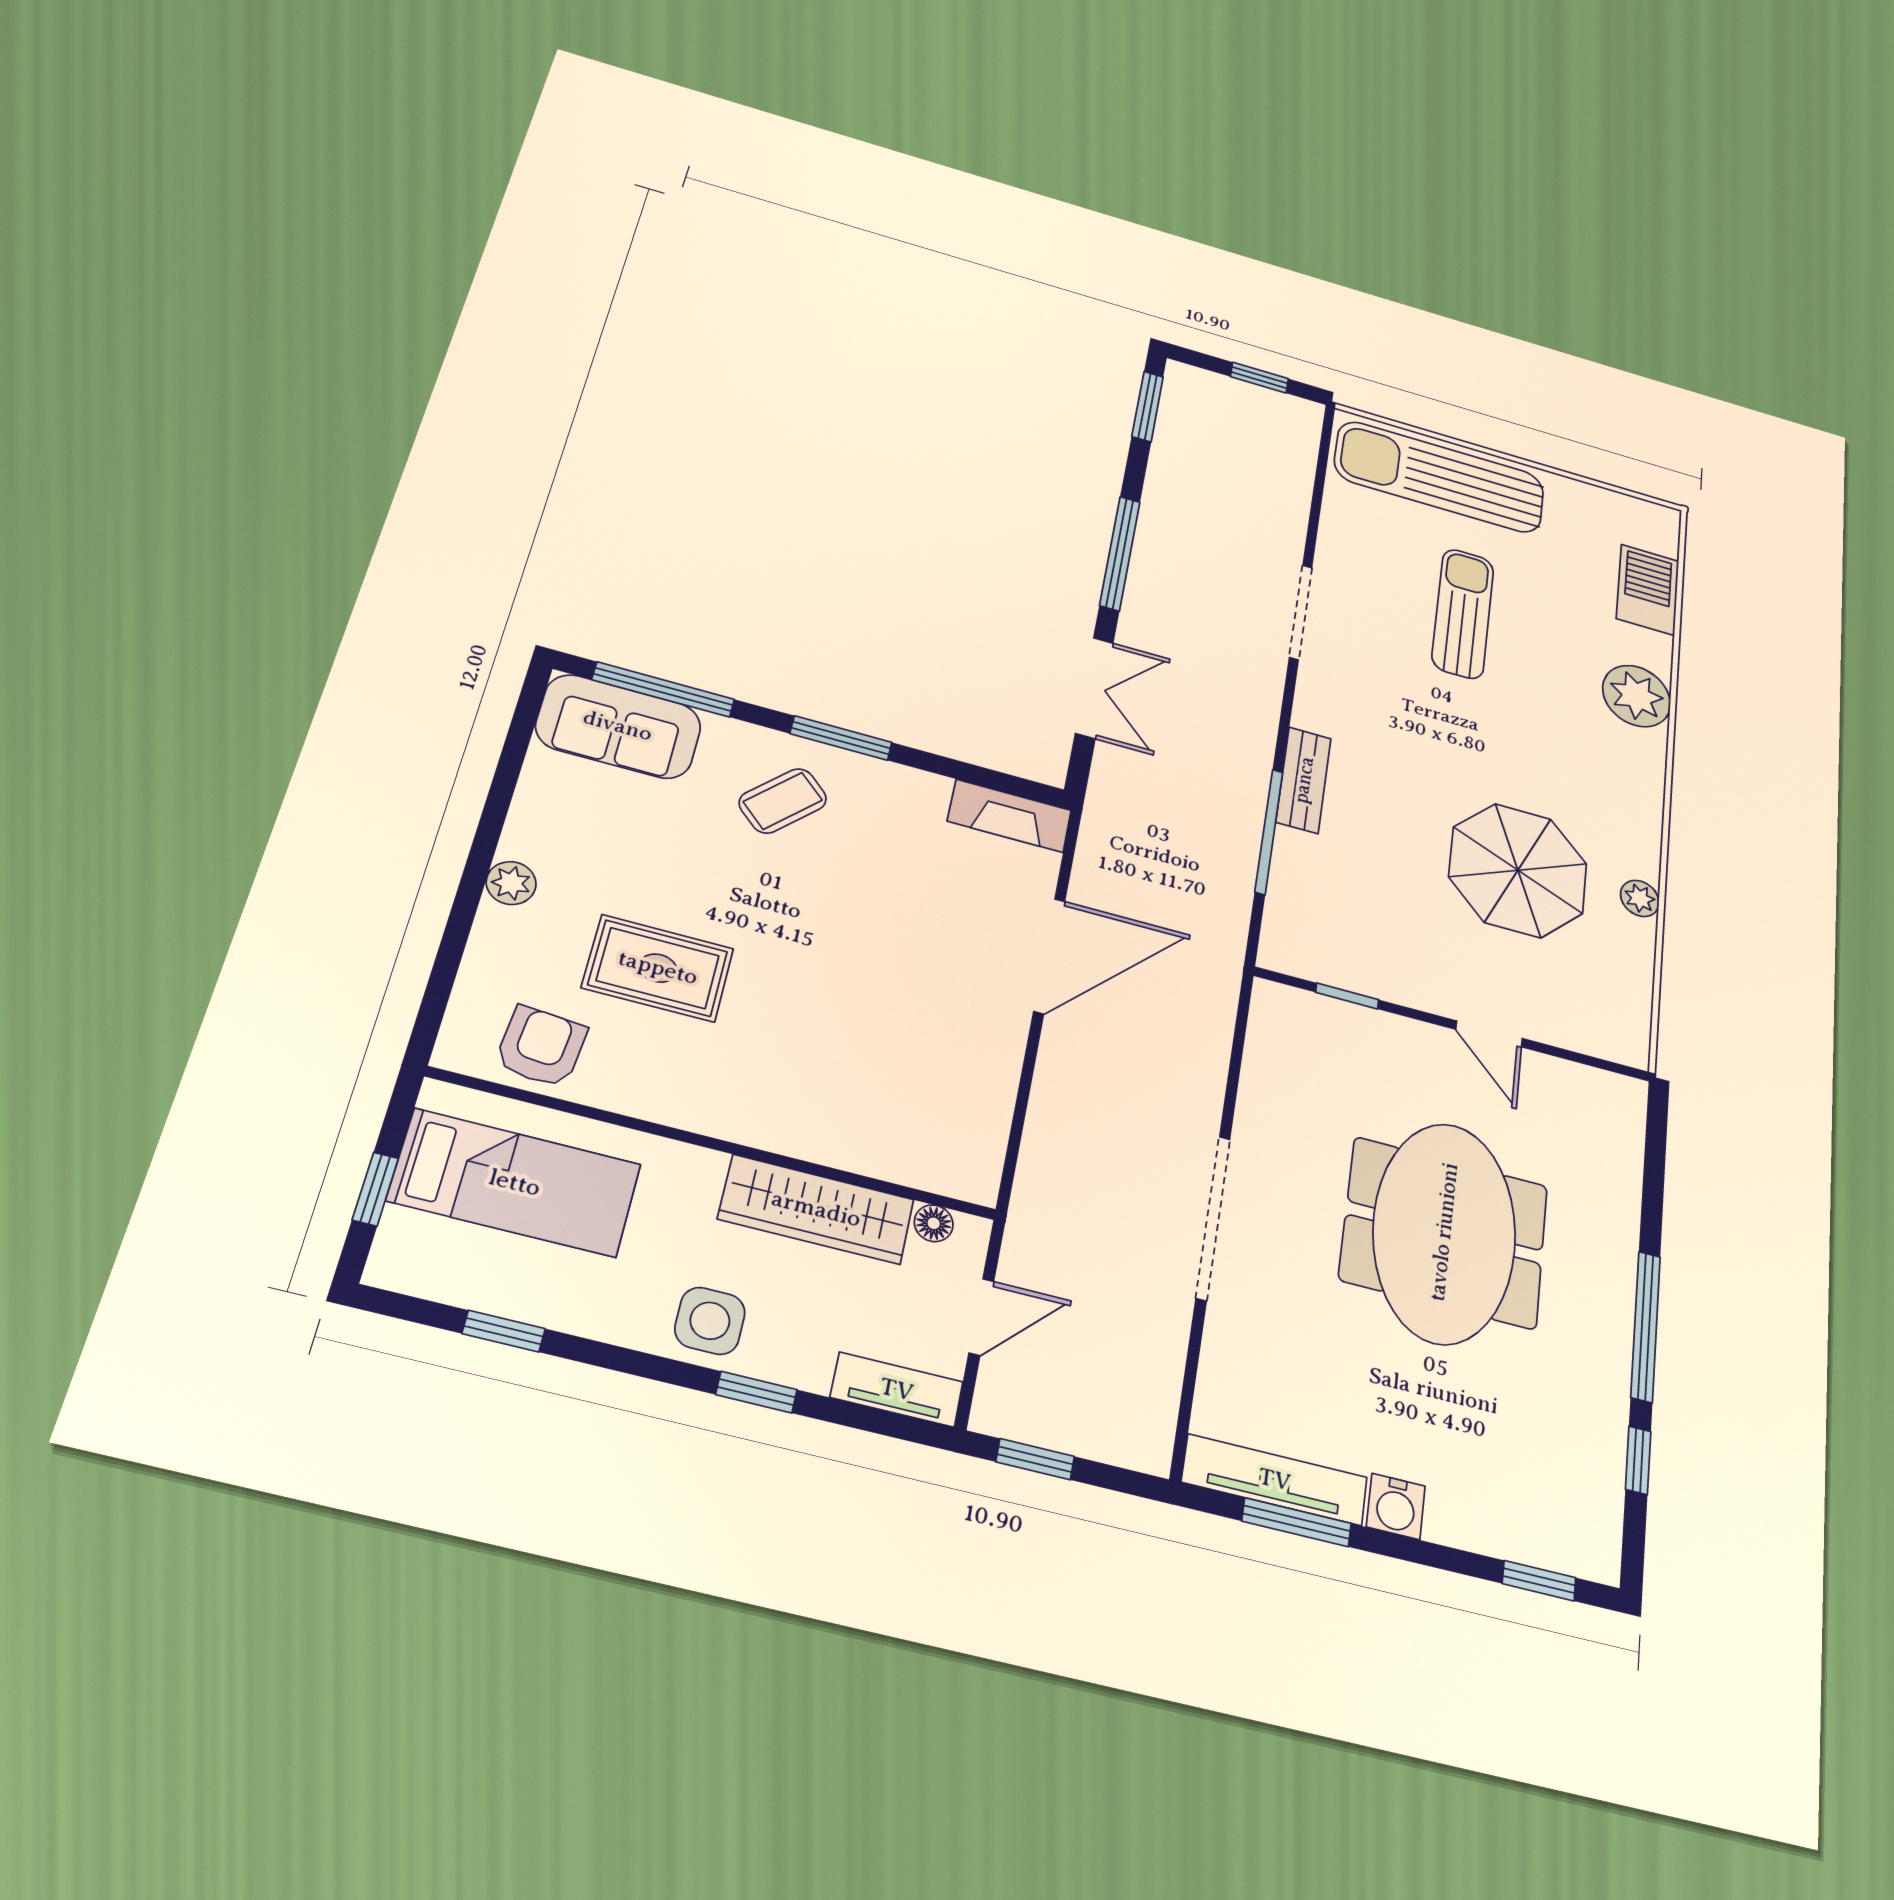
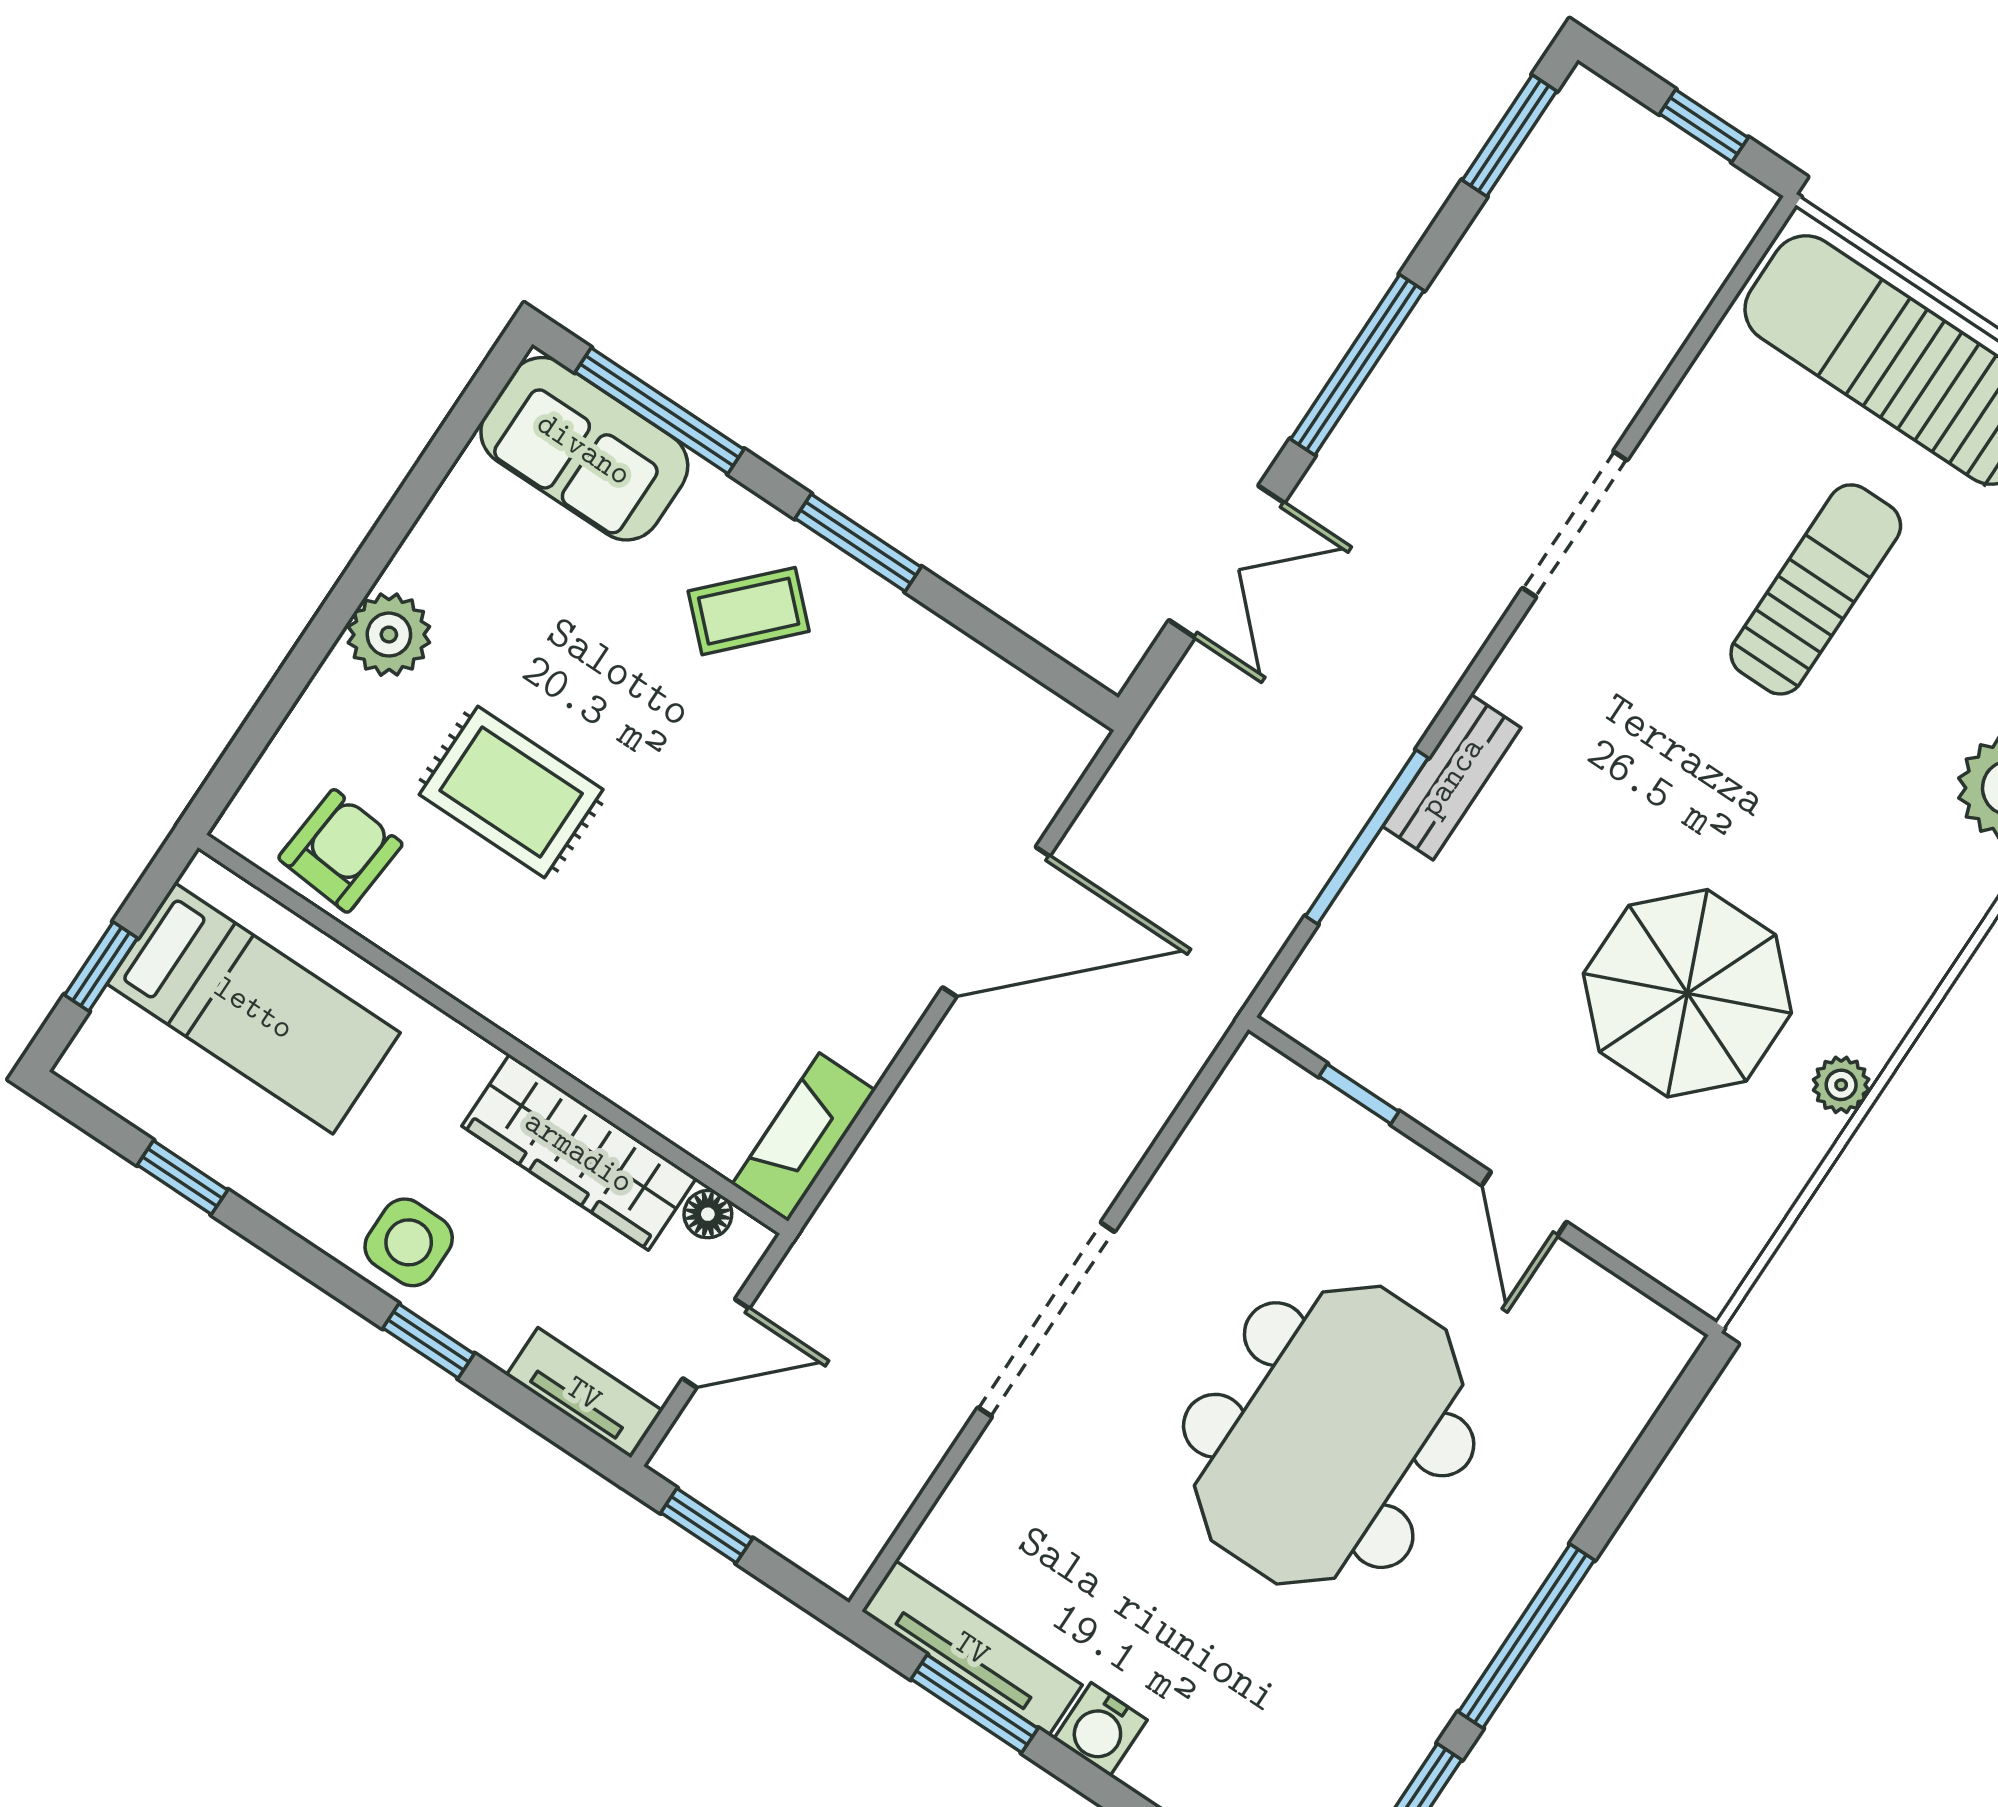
fireplace: (1010, 816) -> (804, 1137), moved, turned 90
plant: (511, 883) -> (389, 635), width x1.38, depth x1.38

